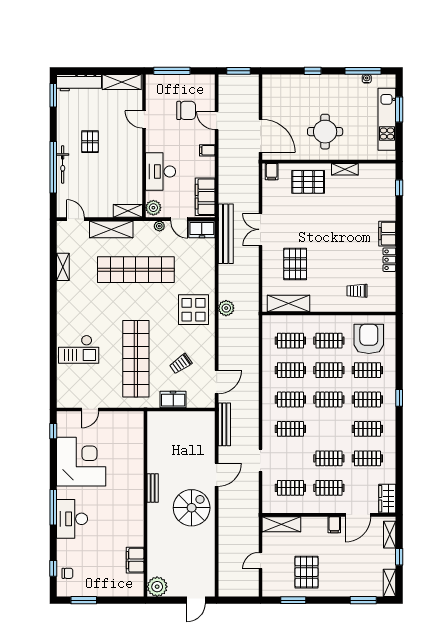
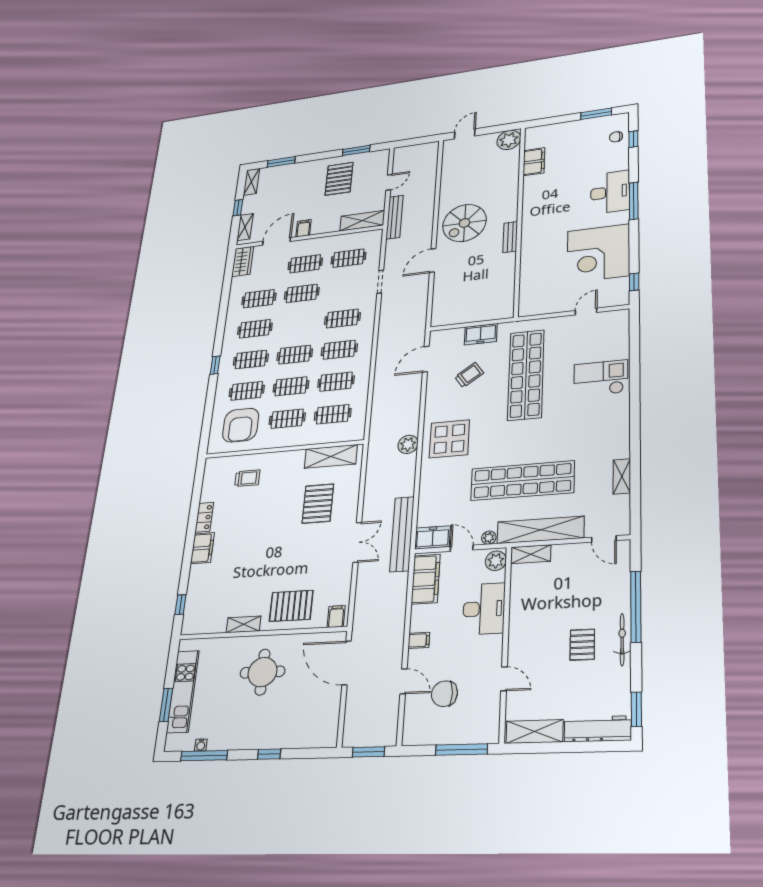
bicycle: (63, 164) -> (622, 640), moved
shelving: (111, 229) -> (540, 530), width x1.47
bench: (224, 424) -> (395, 217), moved

